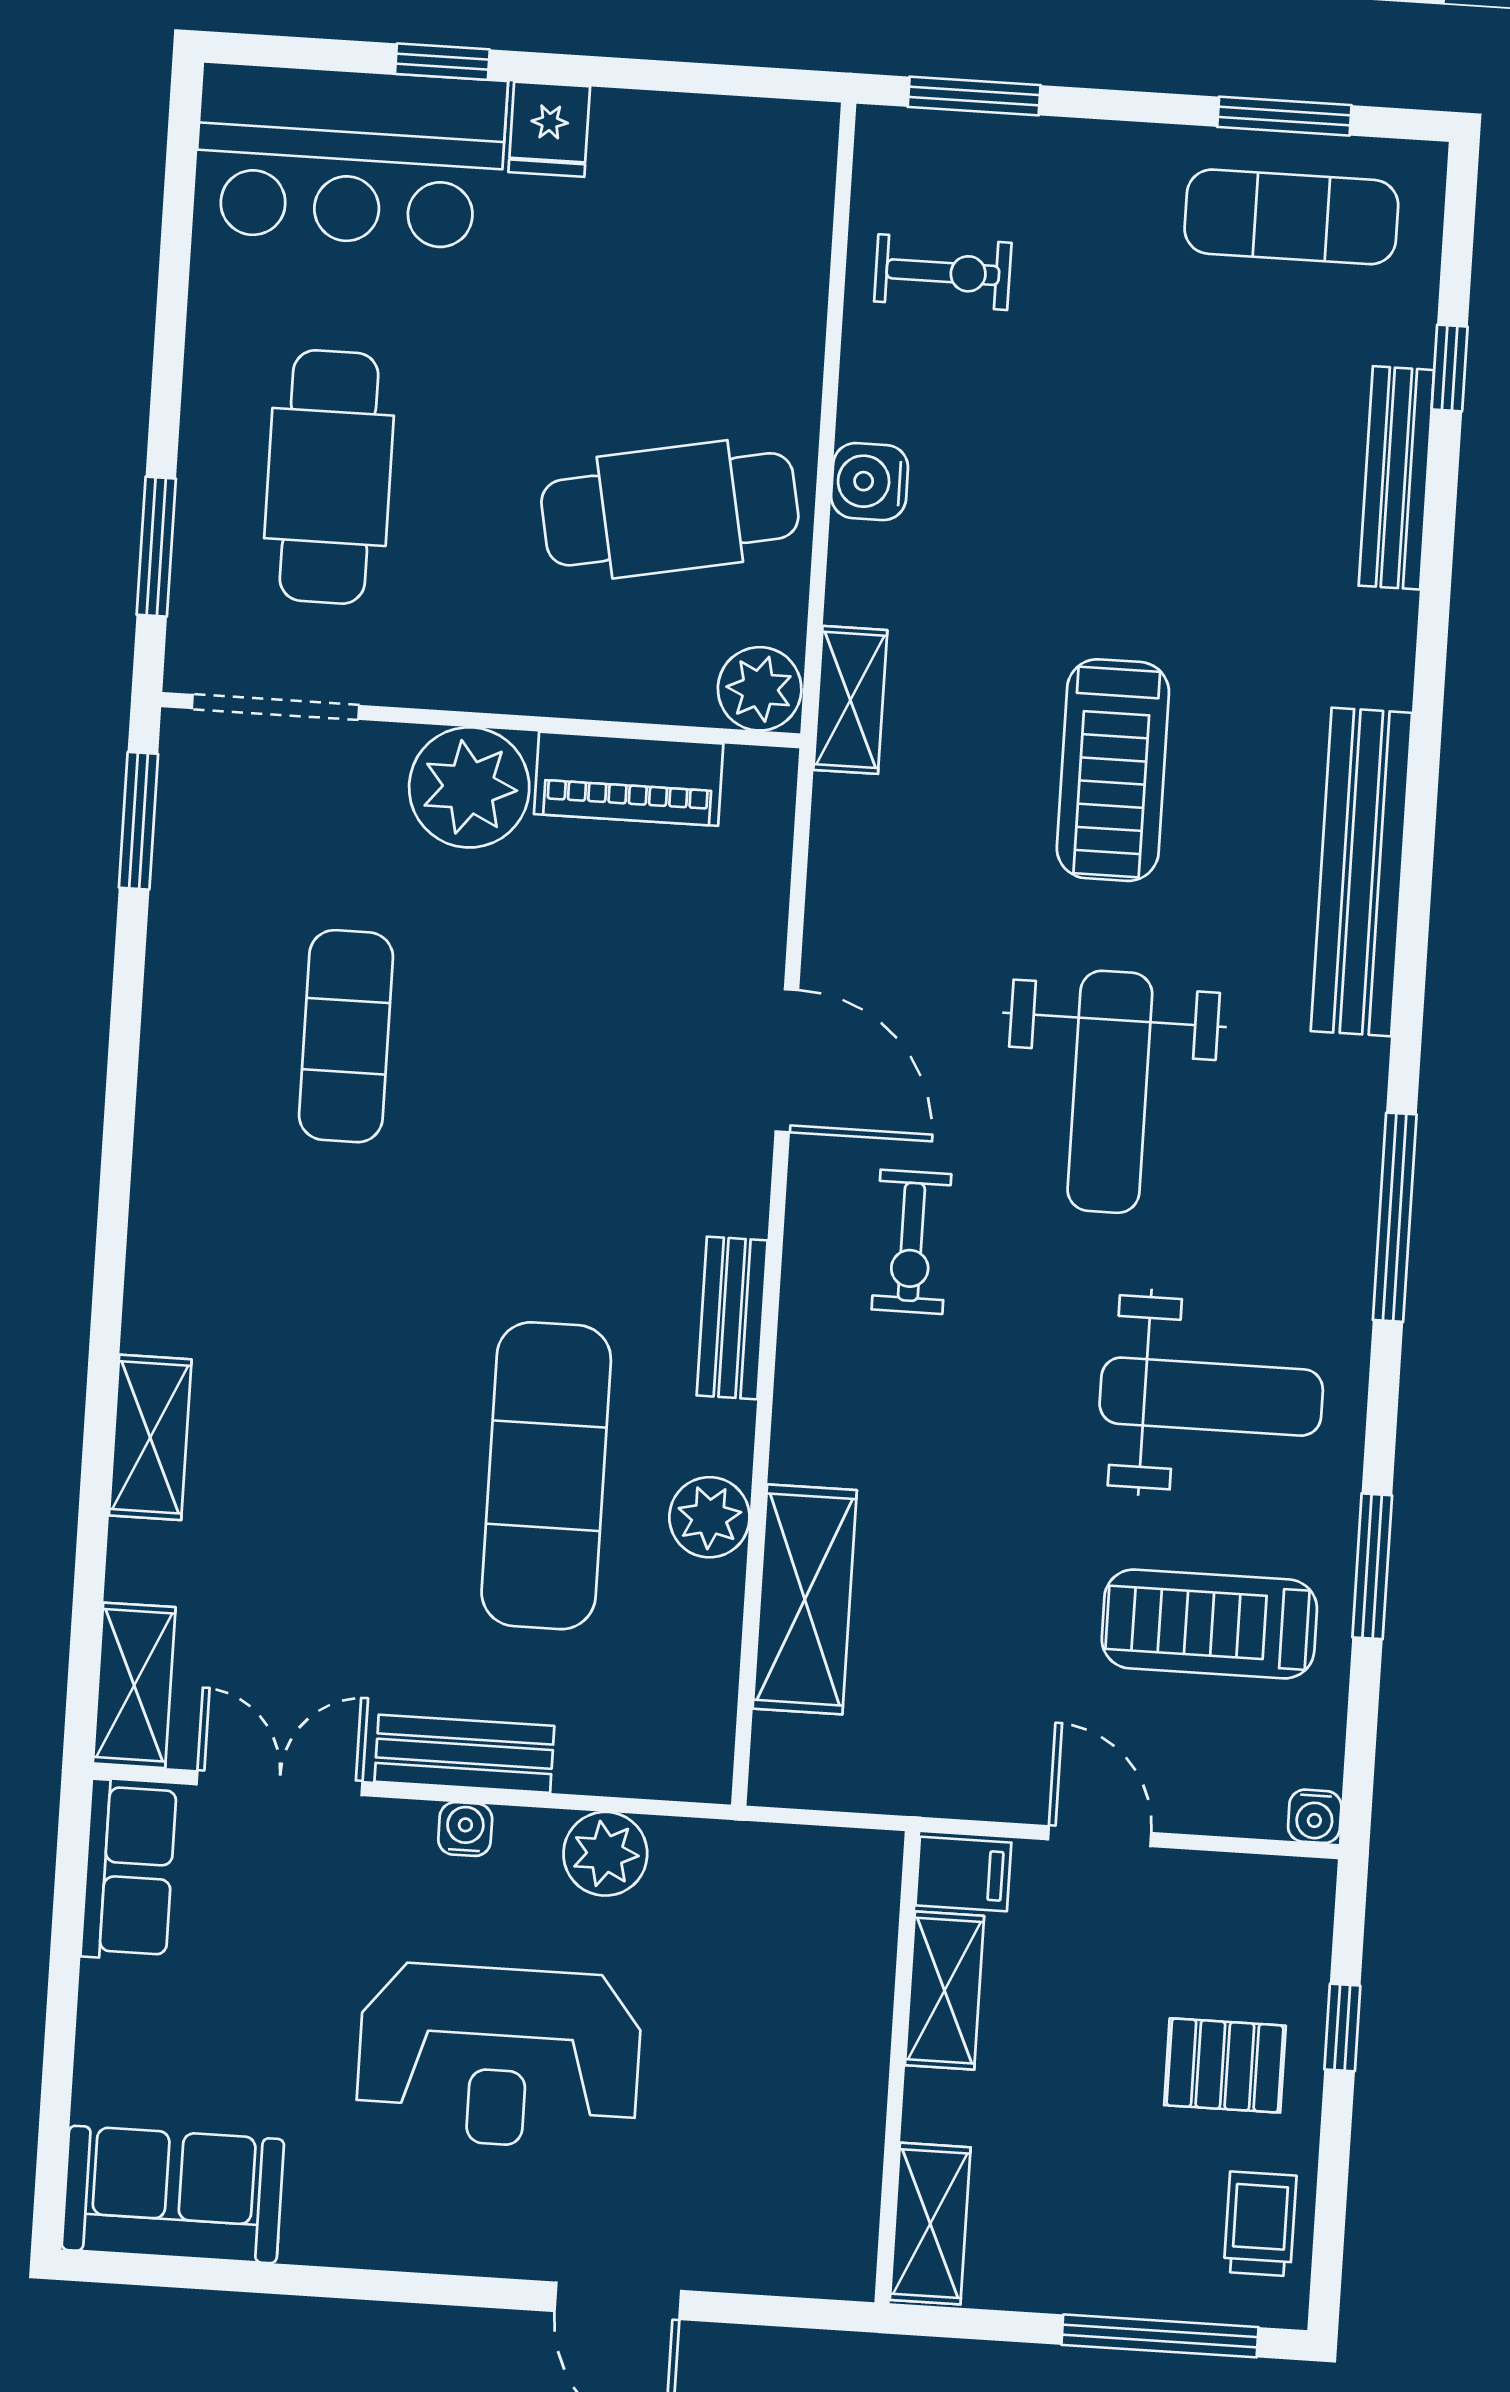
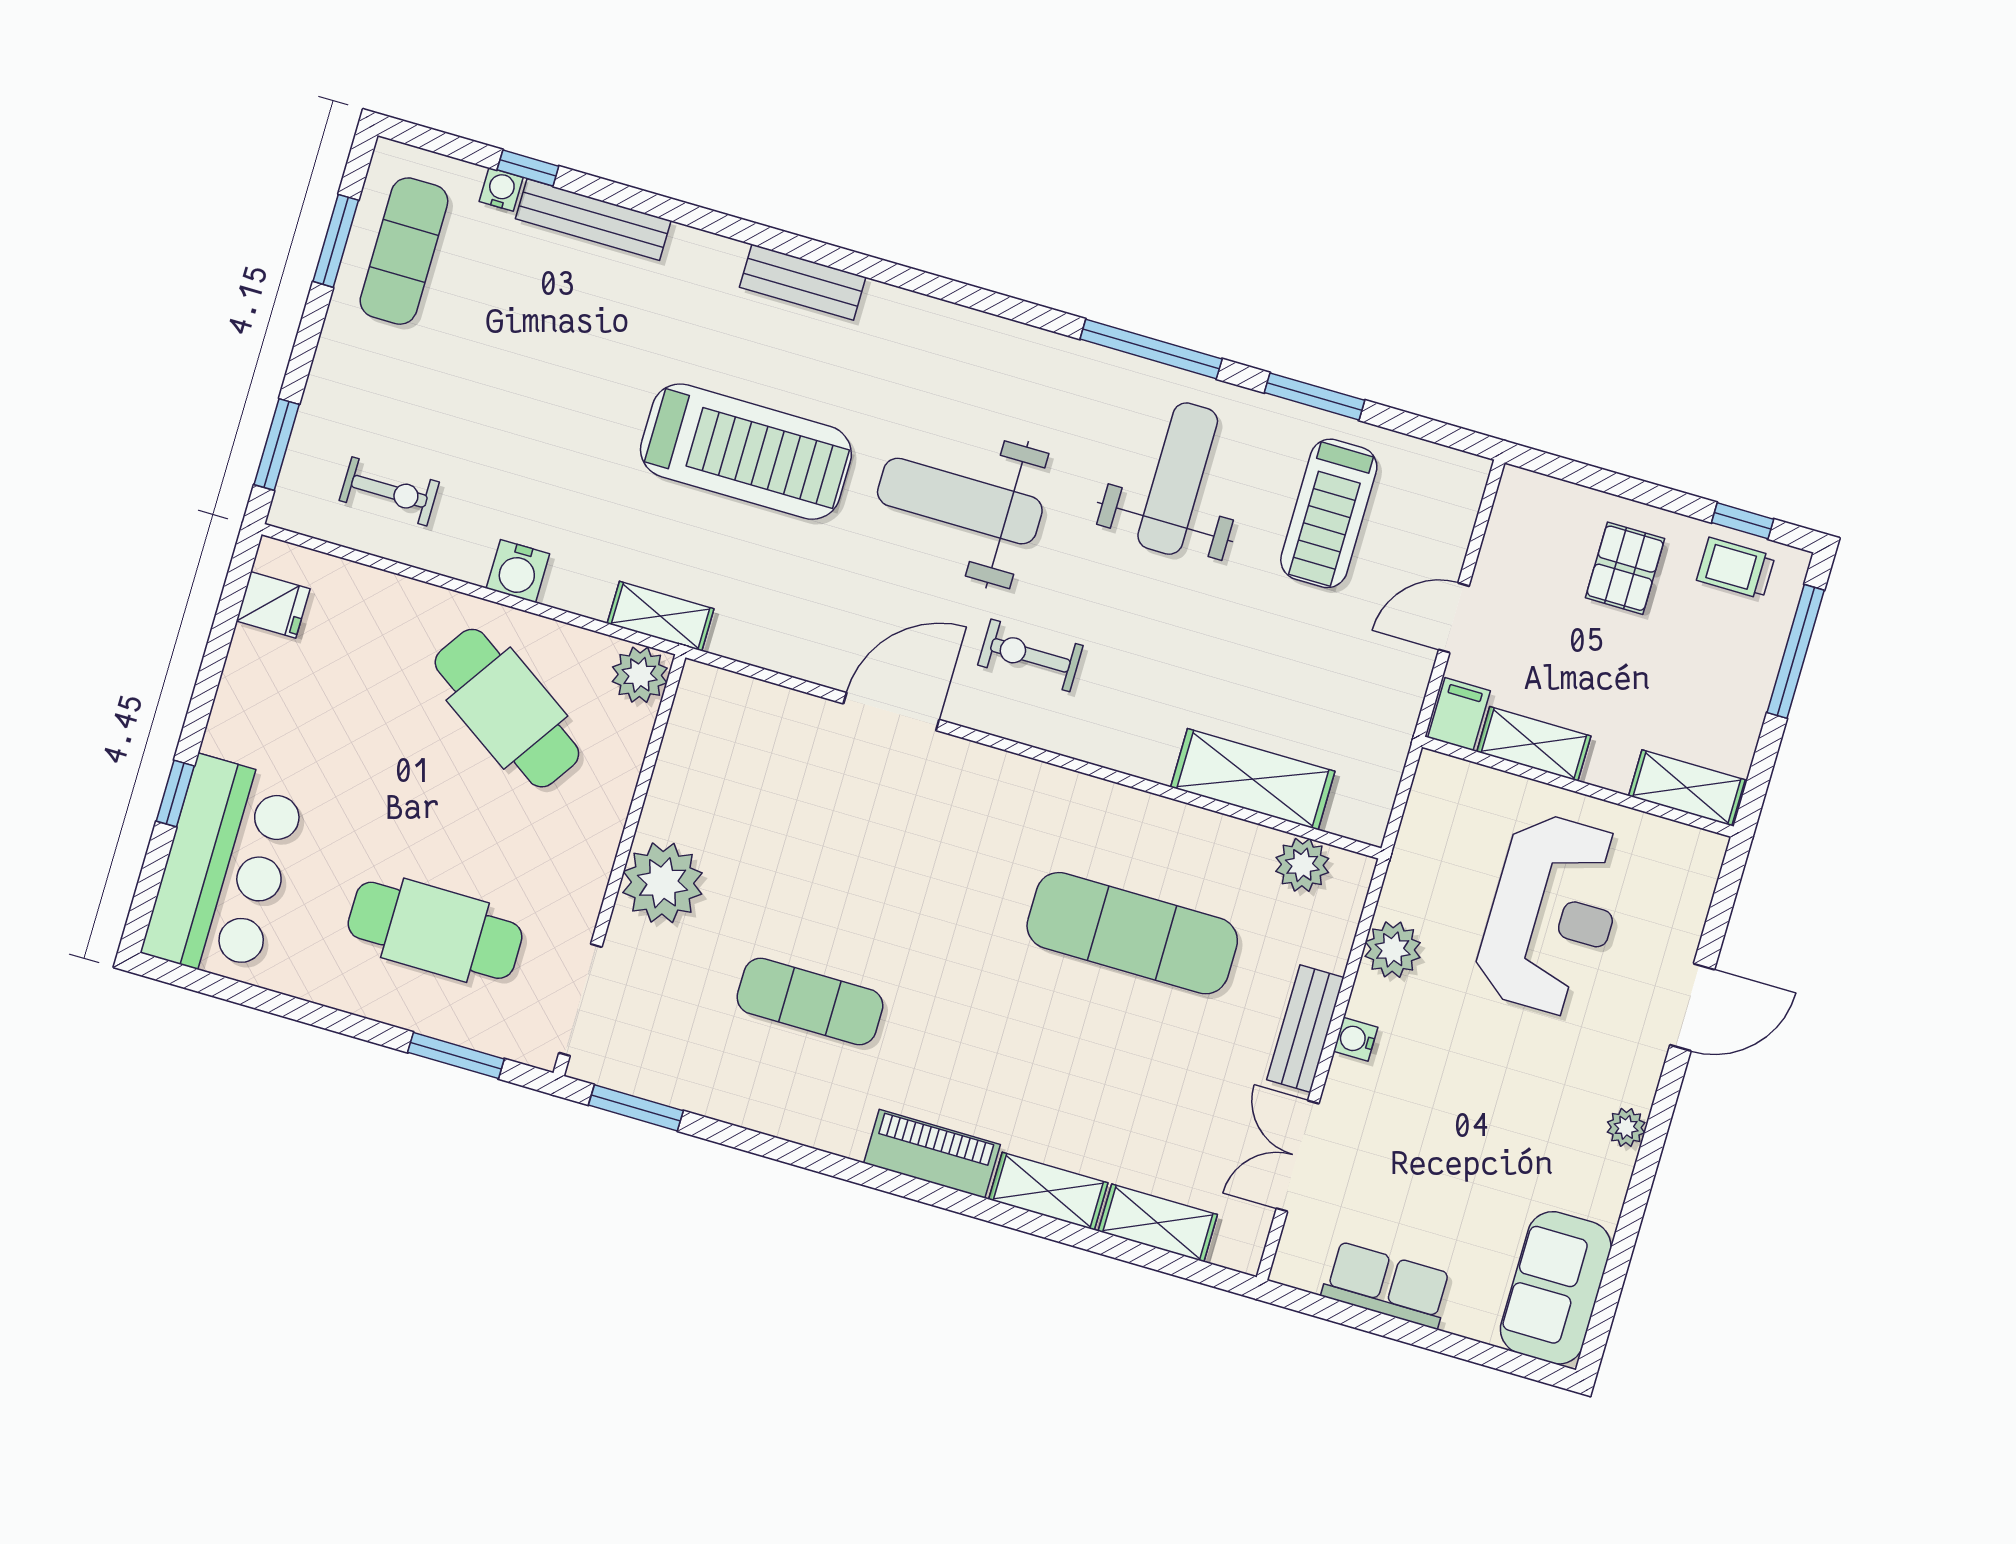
fridge: (549, 129) -> (273, 605), moved
exercise bike: (943, 272) -> (389, 491), turned 90
cafe table: (670, 509) -> (507, 708), turned -45
treadmill: (1113, 770) -> (746, 452), width x1.37, depth x1.38
piano: (629, 779) -> (932, 1154), moved, turned -90
bench: (1361, 872) -> (803, 282), width x0.54, depth x0.82
weight bench: (1110, 1092) -> (960, 501), turned 180
window: (1395, 1217) -> (1151, 349), moved
exercise bike: (911, 1242) -> (1030, 655), turned 180
bench: (732, 1318) -> (1055, 786), removed
plant: (709, 1517) -> (1302, 865), moved
shelving: (134, 1685) -> (1158, 1223), moved
water cooler: (1315, 1816) -> (501, 189), moved, turned -90
row of seats: (129, 1870) -> (1387, 1285), moved
window: (1342, 2028) -> (1743, 521), moved
reception desk: (499, 2056) -> (1552, 915), moved
plant: (425, 2244) -> (1626, 1127), added

